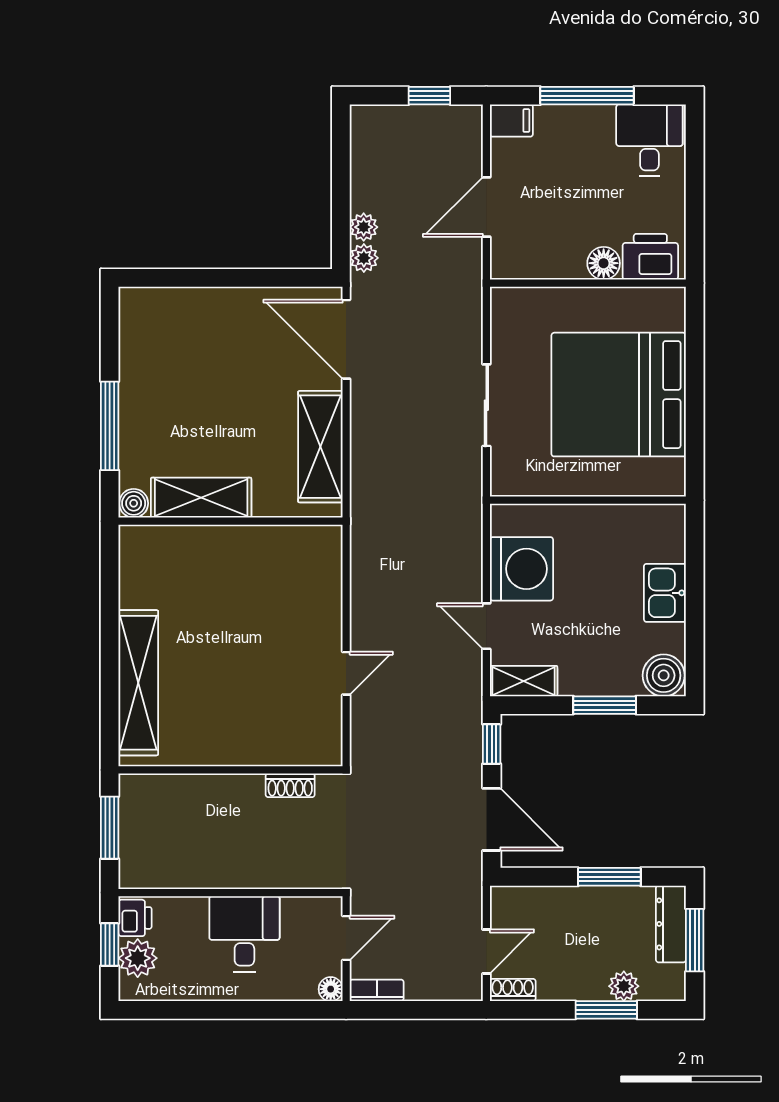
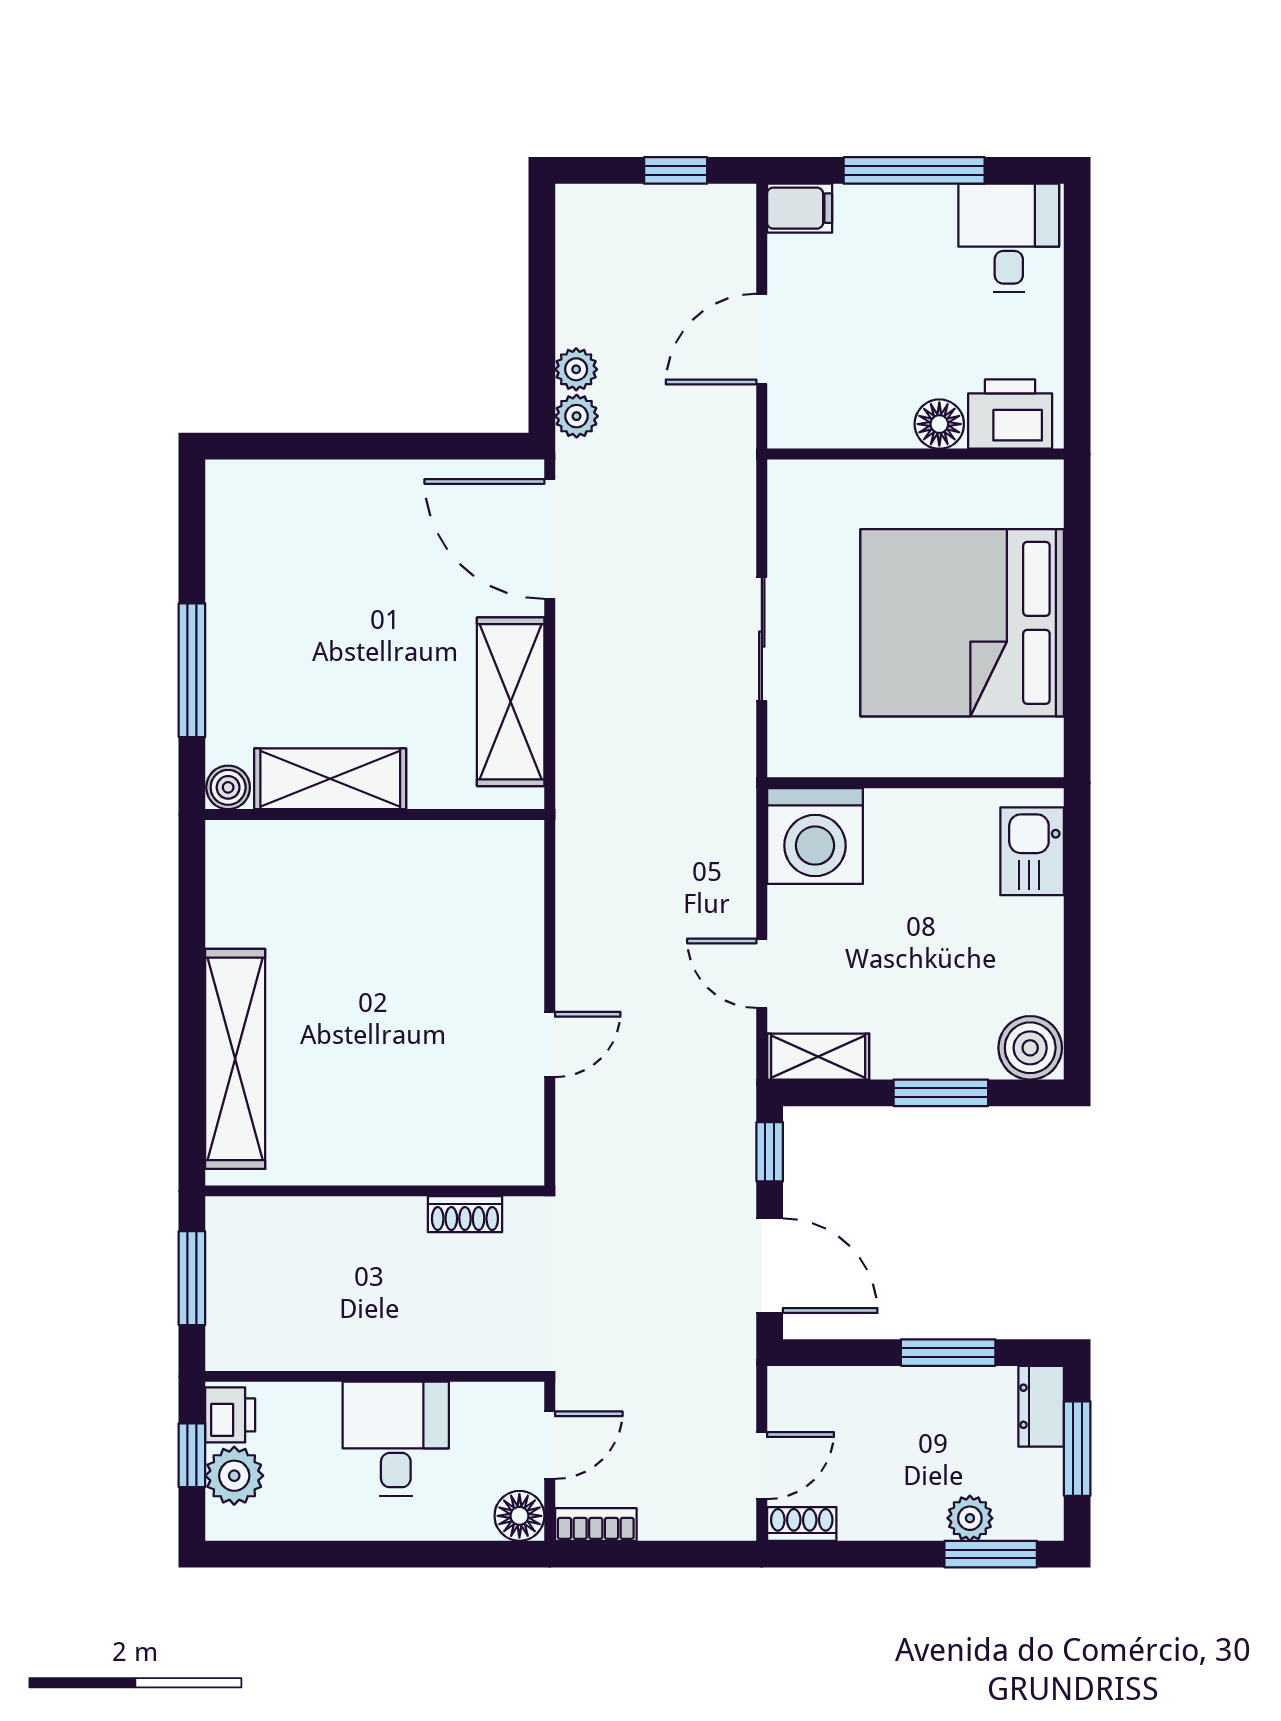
washing machine: (521, 569) -> (815, 836), moved, turned 90
kitchen sink: (665, 593) -> (1032, 851), moved
dresser: (671, 924) -> (1041, 1406), width x0.70
floor lamp: (331, 989) -> (519, 1516), width x1.37, depth x1.37
window: (606, 1010) -> (991, 1554), moved

